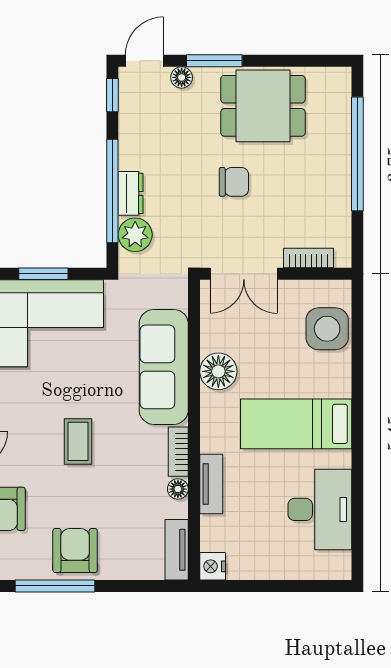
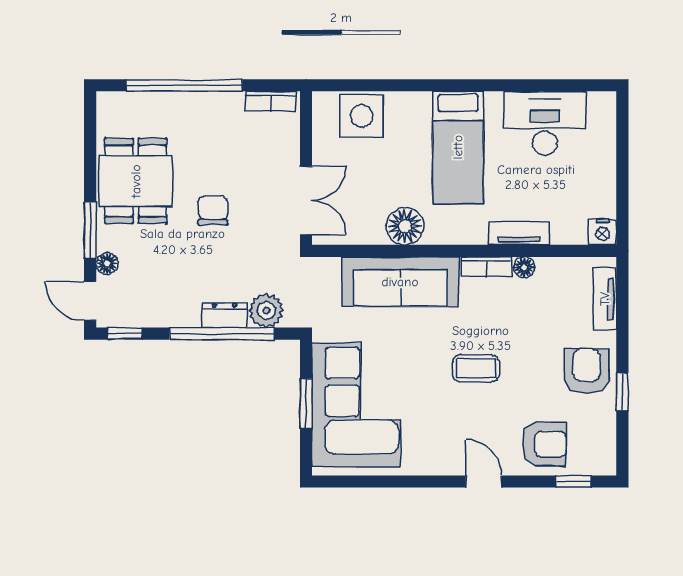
bookcase: (308, 258) -> (271, 101), moved, turned -90
tv unit: (177, 550) -> (605, 299), moved, turned 90
armchair: (75, 551) -> (586, 371), turned 90
window: (55, 586) -> (622, 392), width x0.46

